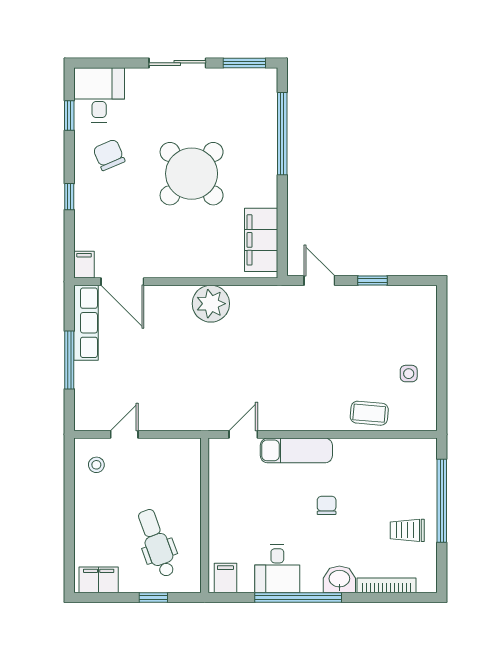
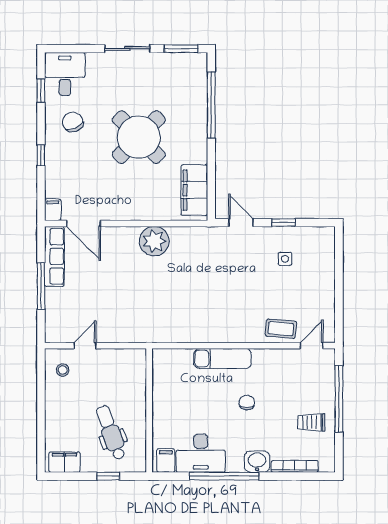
side table: (409, 374) -> (285, 259), moved
door: (243, 434) -> (312, 346), moved
desk: (277, 569) -> (201, 453), width x1.37

